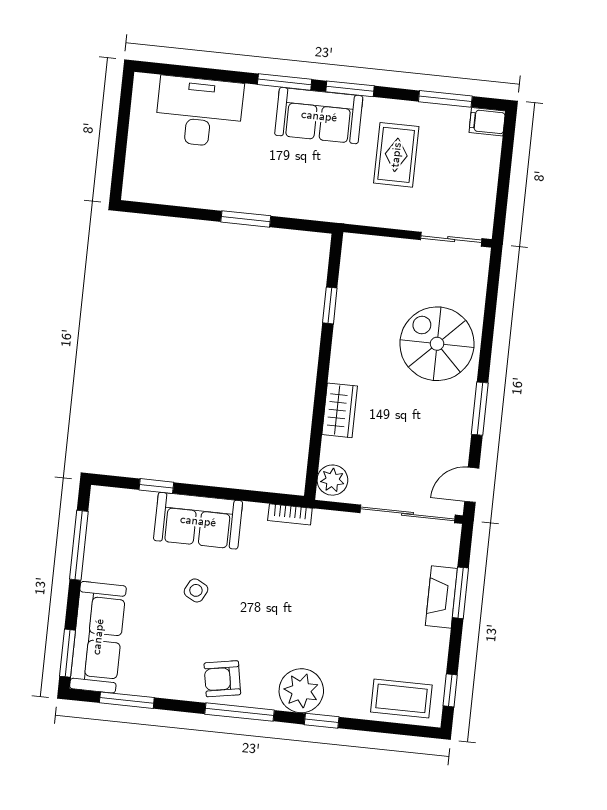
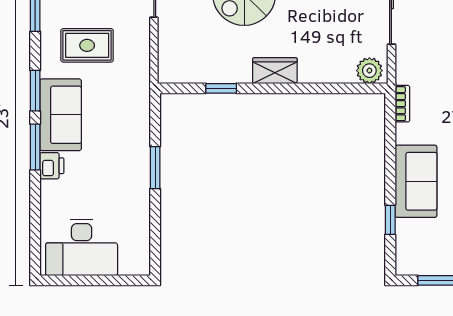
printer: (261, 99) -> (52, 166), added
desk: (199, 112) -> (82, 247), moved, turned -90
wardrobe: (340, 410) -> (275, 71), moved

